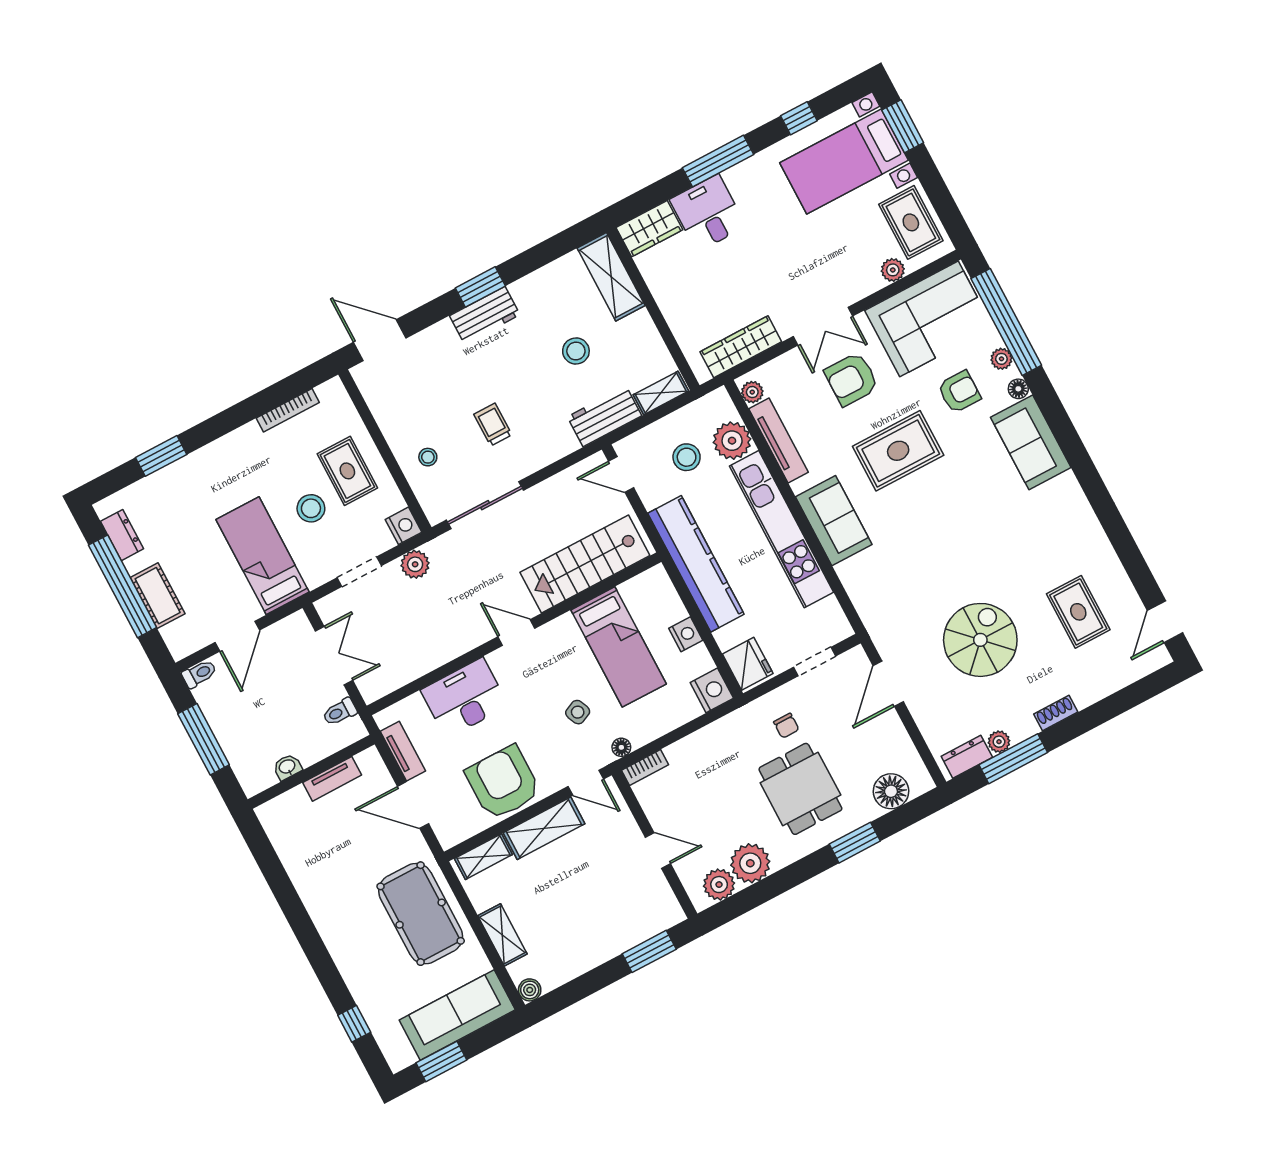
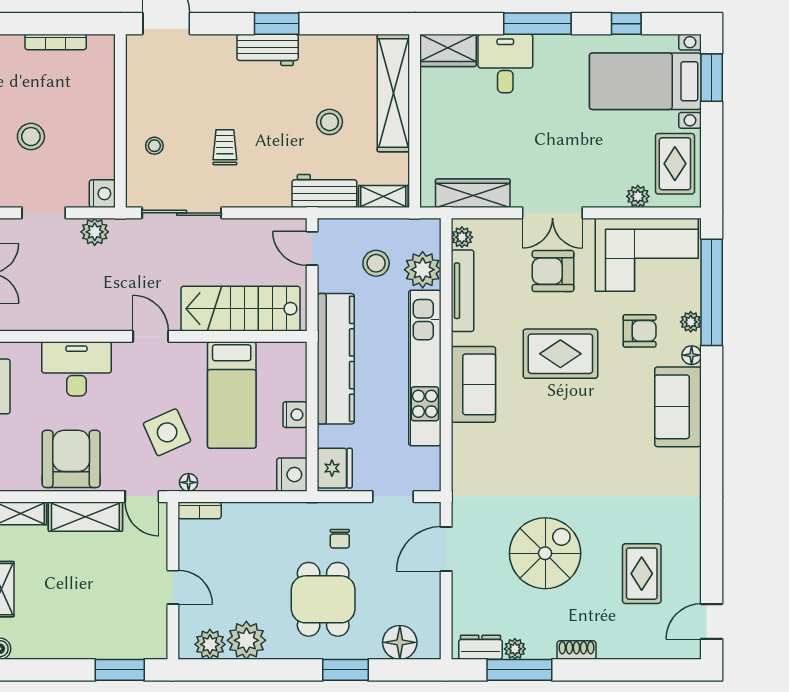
shelving: (611, 277) -> (393, 93), width x1.47
rug: (347, 471) -> (79, 121), removed
side table: (578, 712) -> (167, 432), width x1.87, depth x1.87

